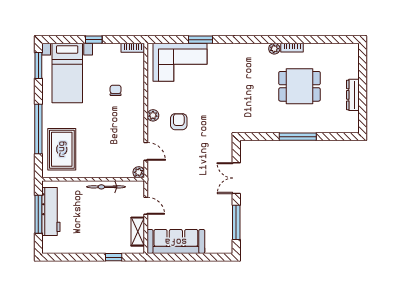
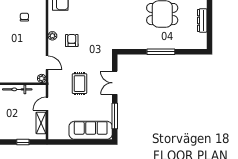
rug: (189, 179) -> (79, 84), added
door: (146, 206) -> (47, 104), swing flipped
sofa: (176, 241) -> (91, 130), moved

